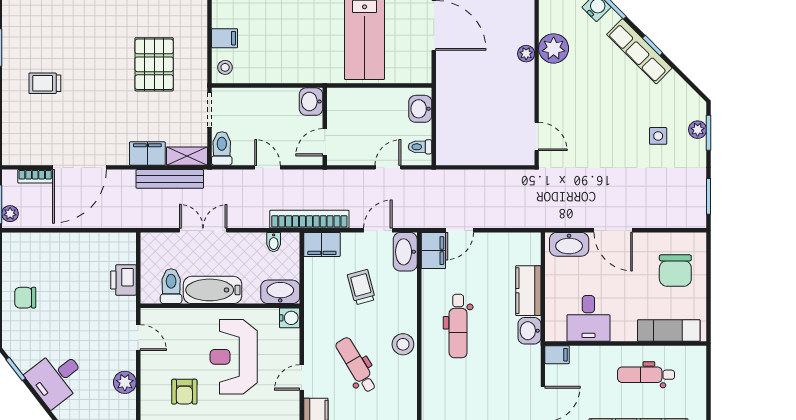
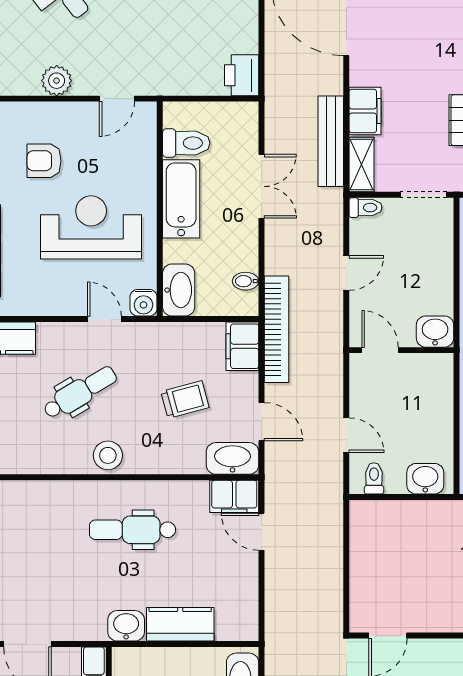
toilet: (222, 148) -> (365, 208), width x0.73, depth x0.72
printer: (123, 280) -> (242, 75), moved, turned -90
door: (302, 377) -> (104, 319), moved

